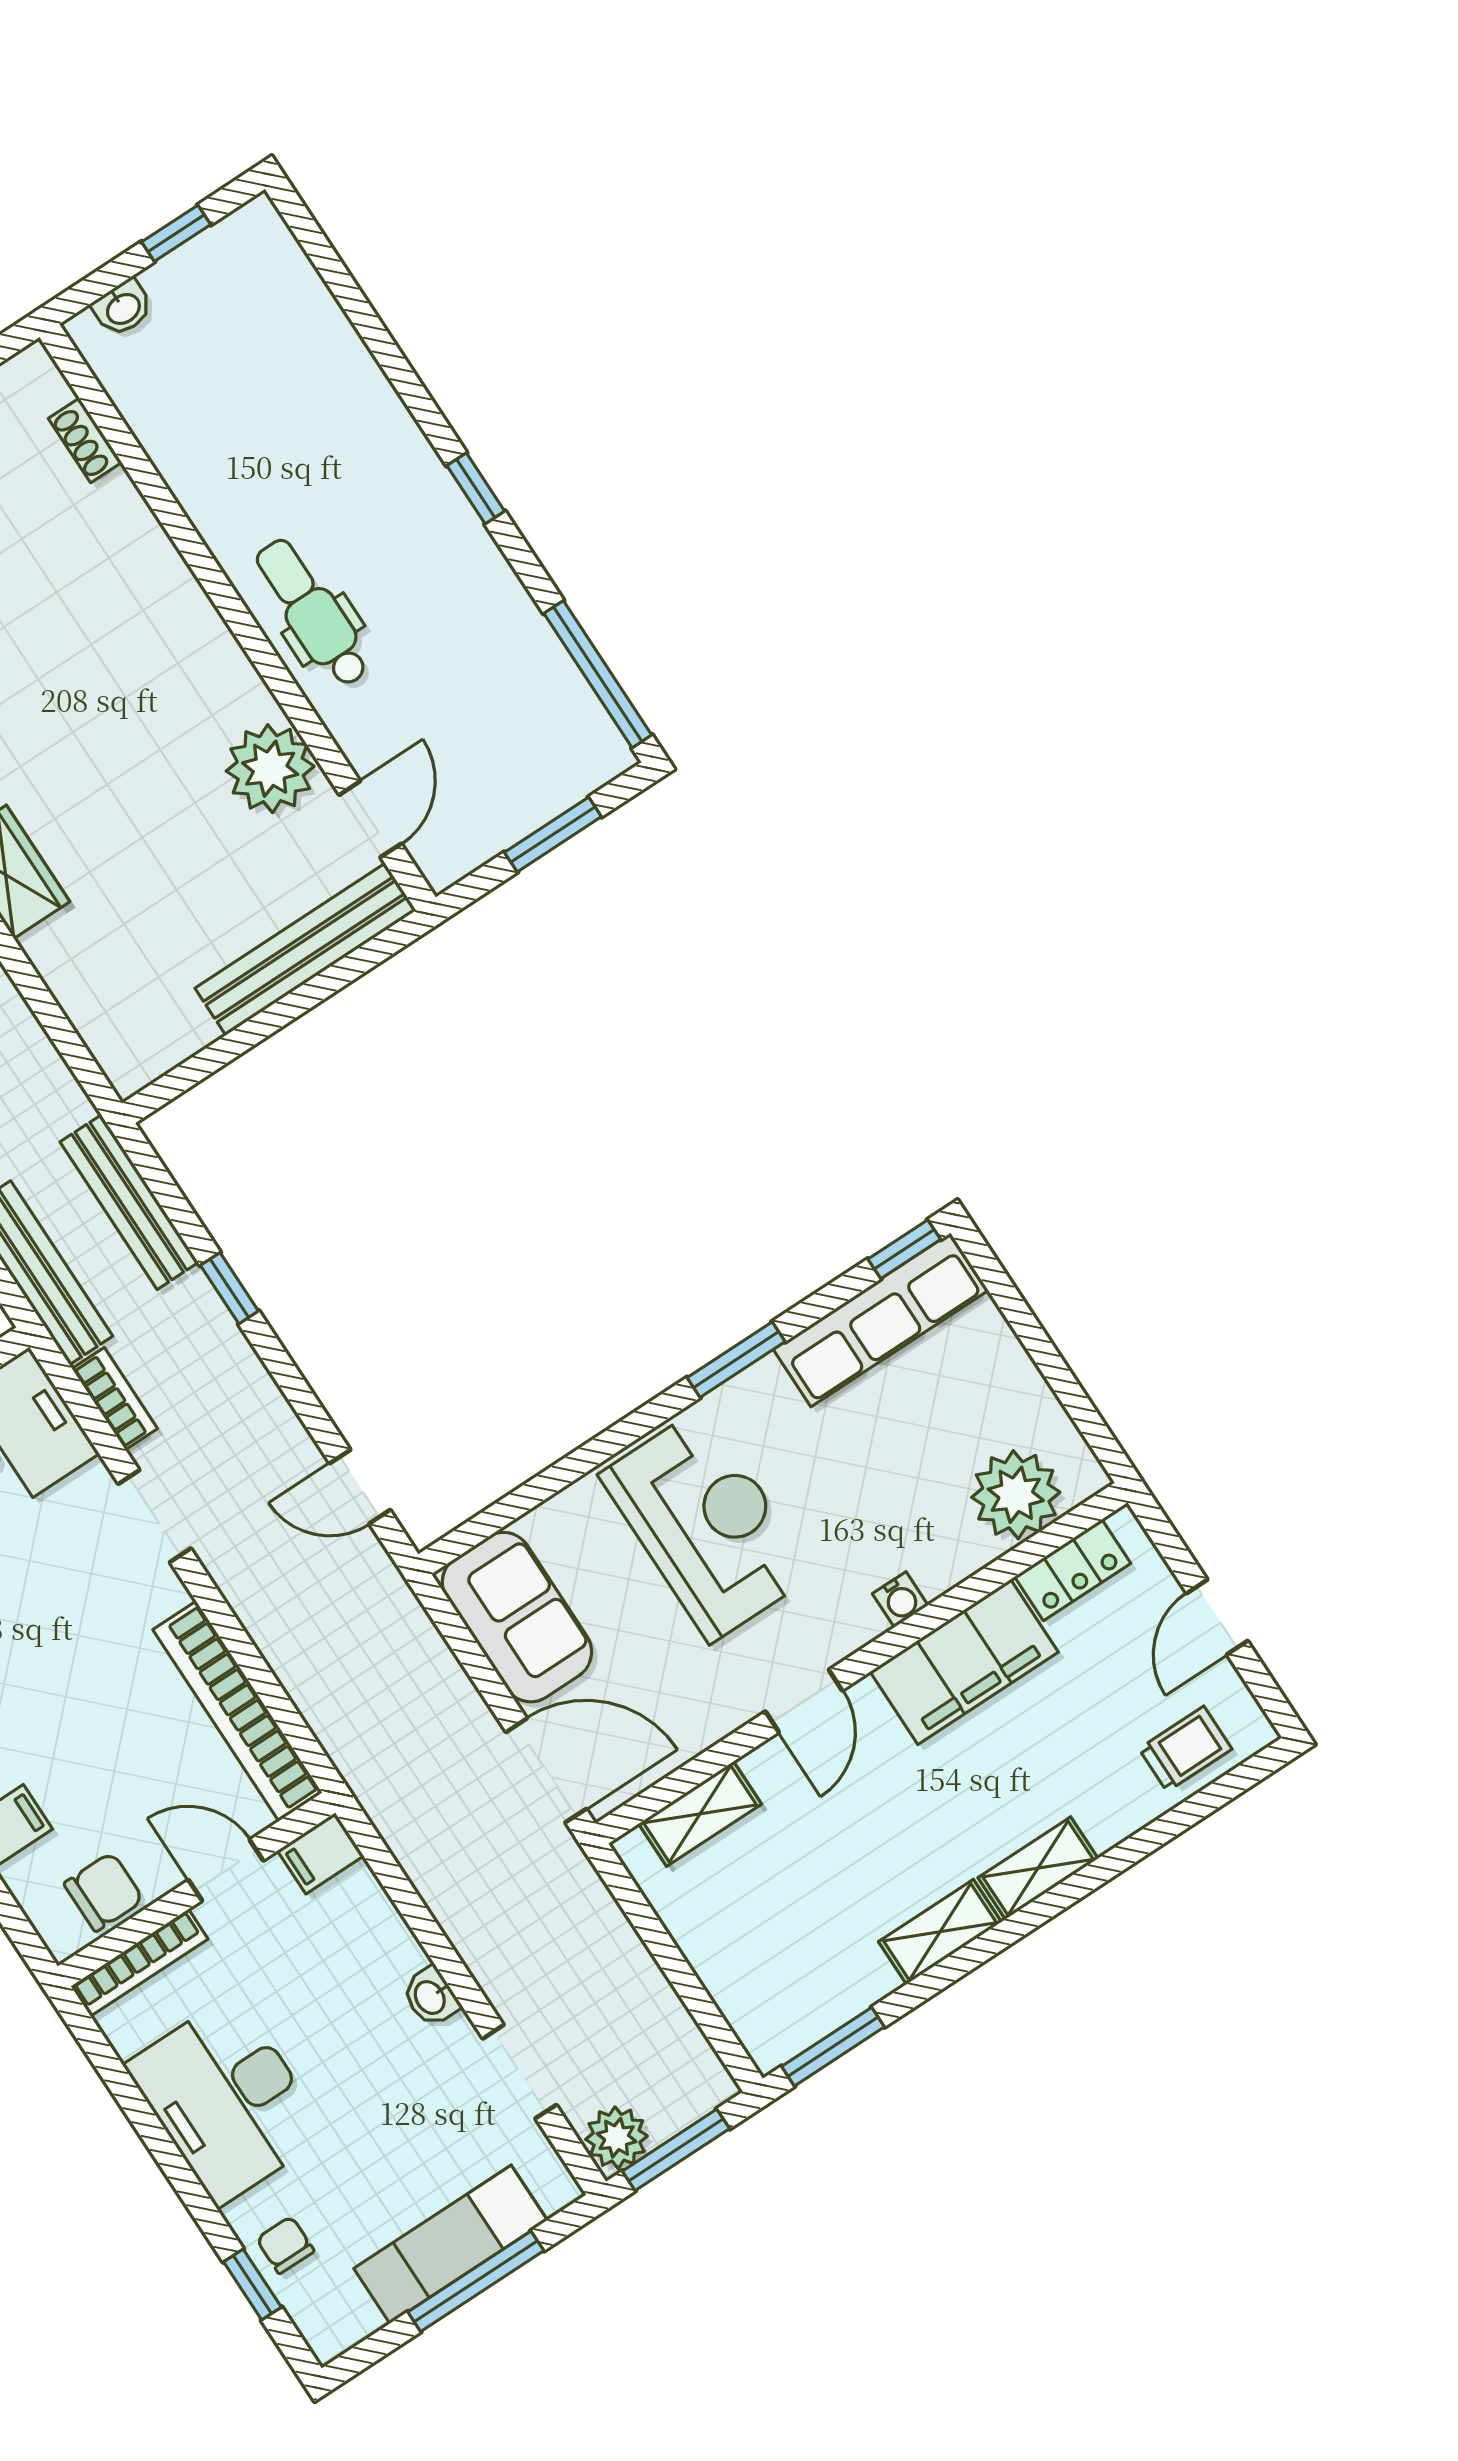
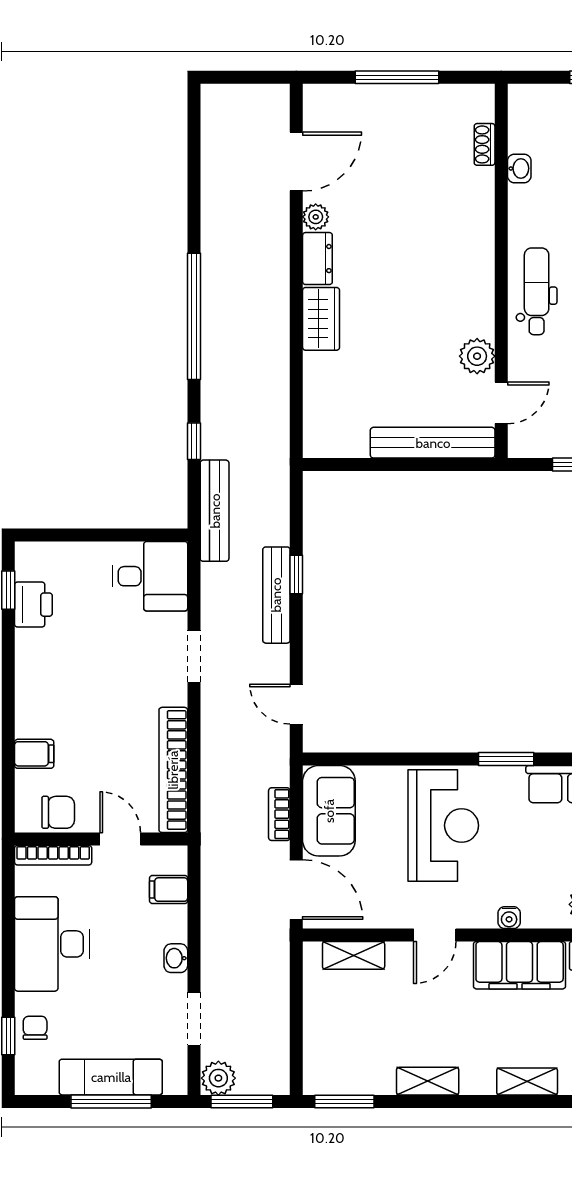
washbasin: (123, 308) -> (519, 168), moved, turned -90
plant: (270, 769) -> (477, 356), width x0.73, depth x0.73
bench: (129, 1202) -> (276, 595), moved
bookcase: (115, 1399) -> (279, 814), moved, turned 180
filing cabinet: (321, 1853) -> (169, 890), moved
shelving: (1038, 1868) -> (527, 1081), moved

